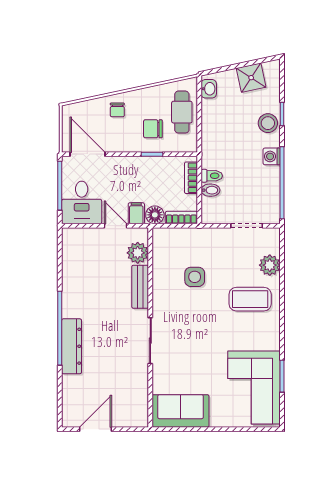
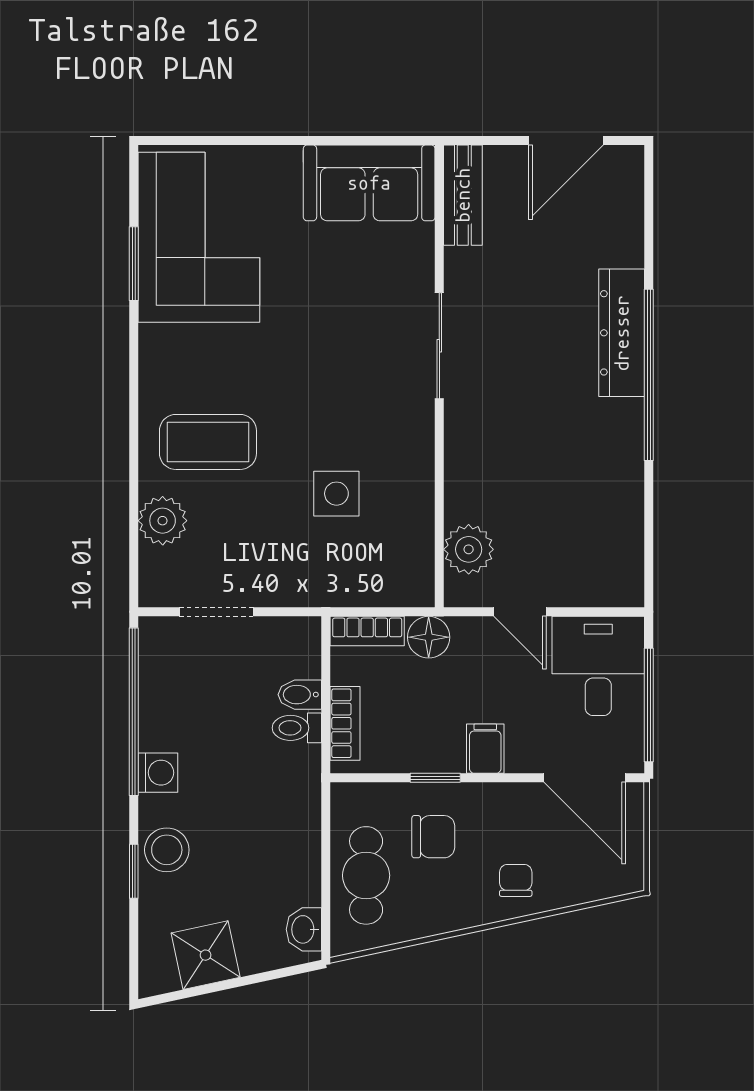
filing cabinet: (136, 213) -> (485, 749), moved, turned 180
bench: (140, 287) -> (463, 195), moved

